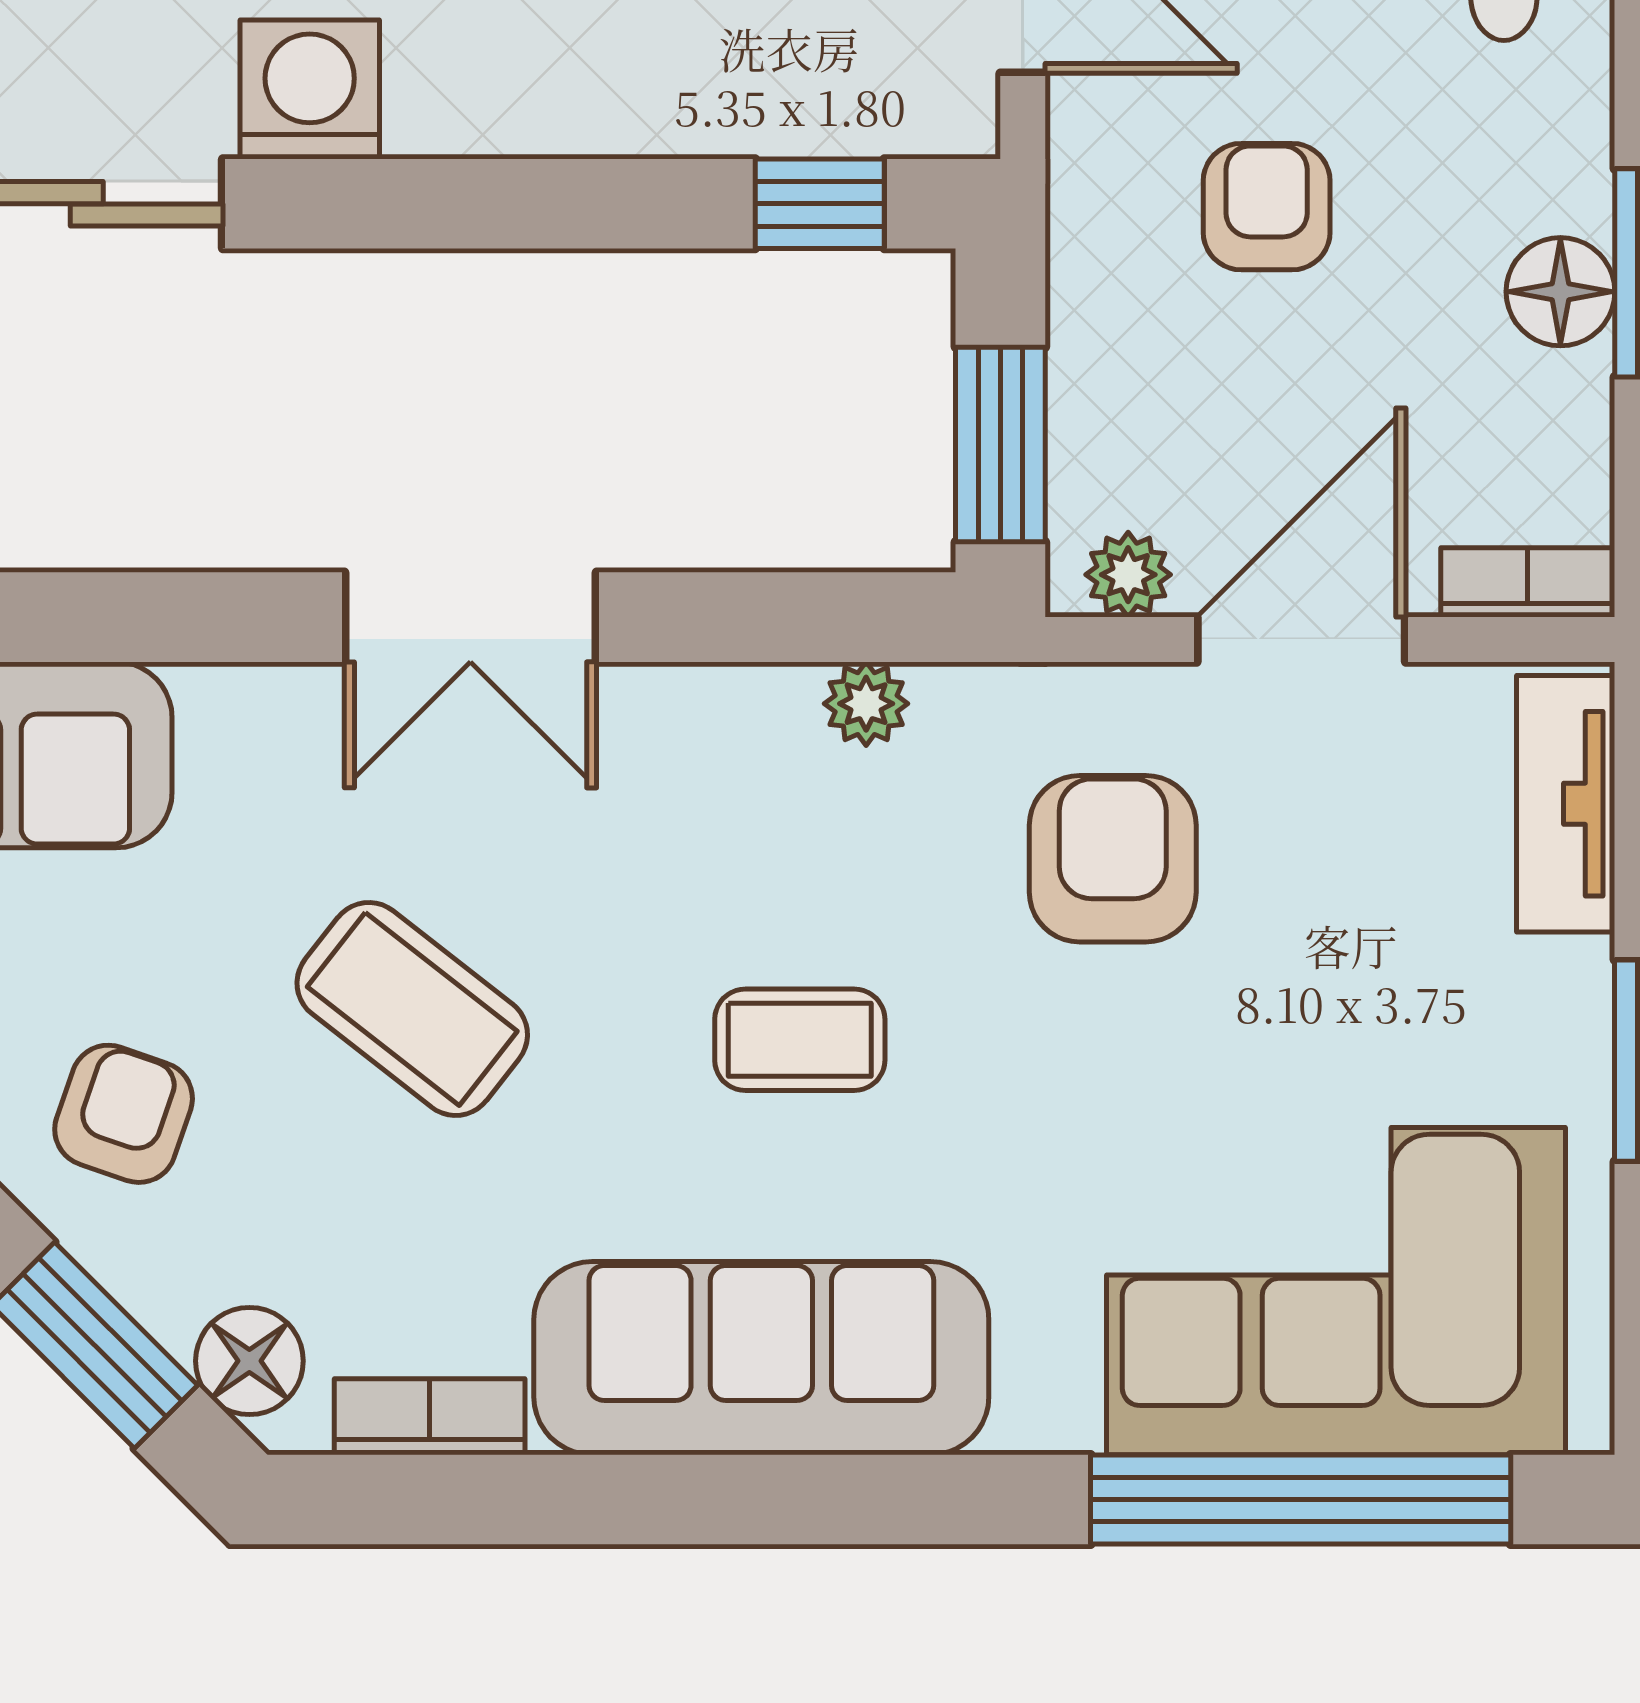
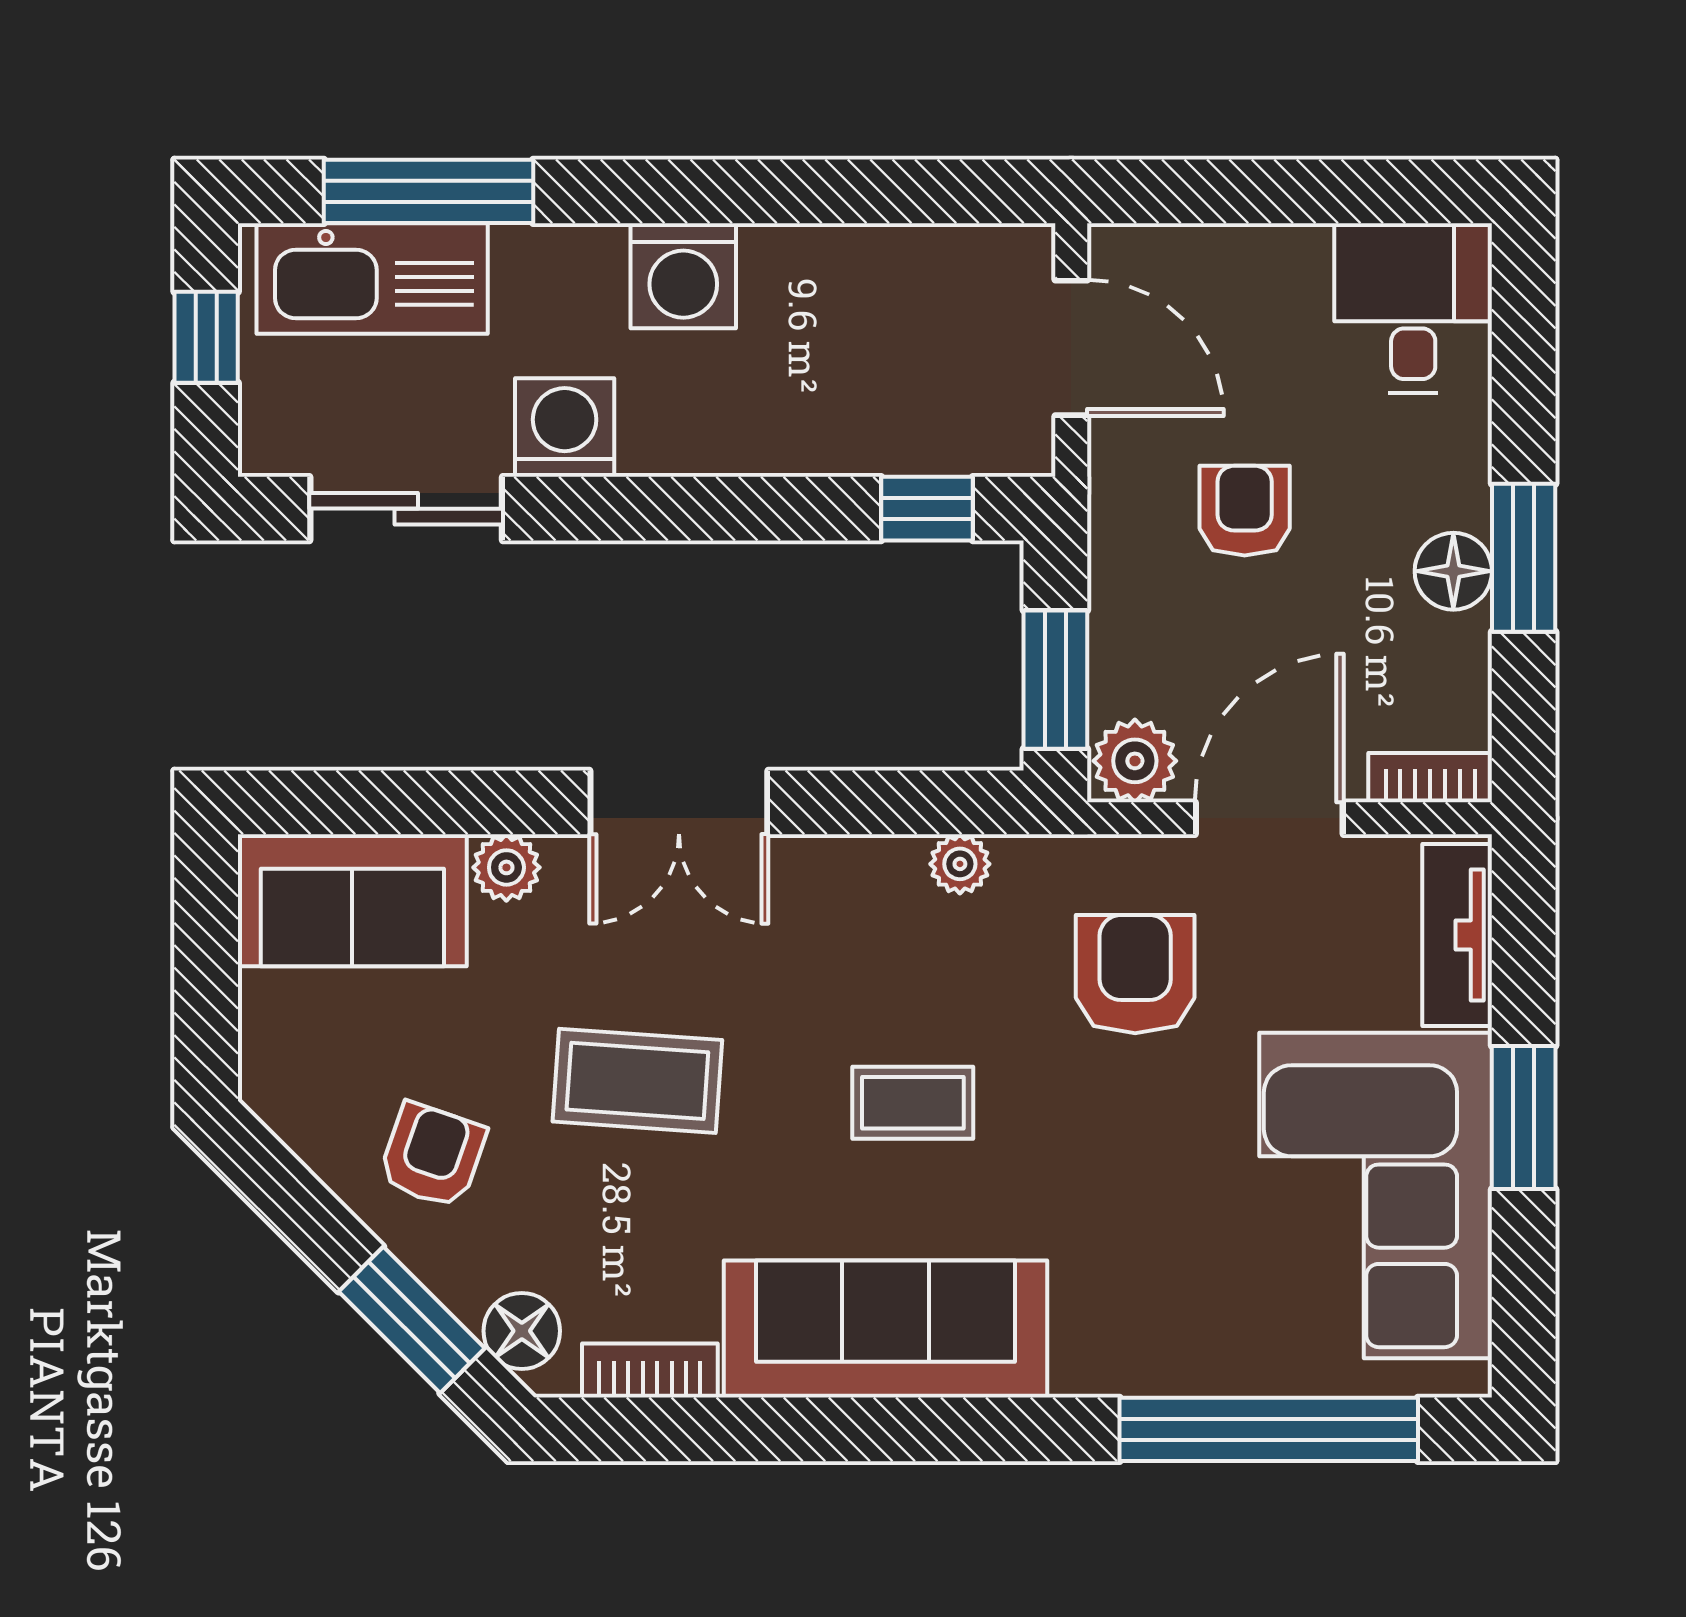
plant: (1128, 575) -> (1135, 761), width x1.38, depth x1.38
plant: (228, 709) -> (506, 867), added
coffee table: (412, 1009) -> (637, 1081), turned -34
corner sofa: (1336, 1291) -> (1376, 1196), moved, turned -90

